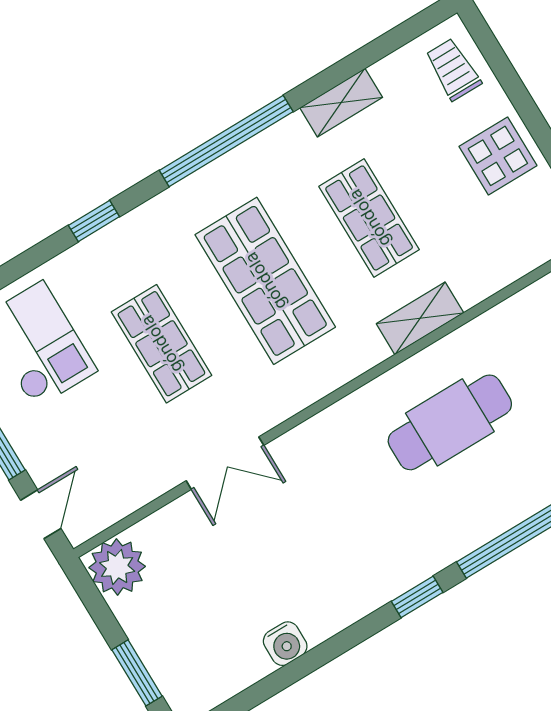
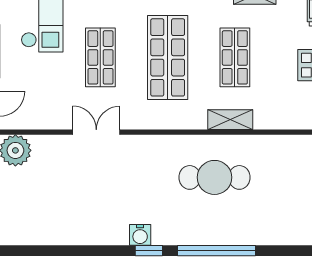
double door: (225, 463) -> (96, 132), swing flipped
water cooler: (285, 644) -> (140, 235), moved

